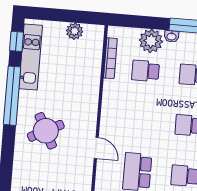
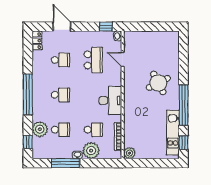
plant: (75, 31) -> (130, 153), moved
desk: (117, 111) -> (110, 100), added
door: (96, 148) -> (123, 59), moved

